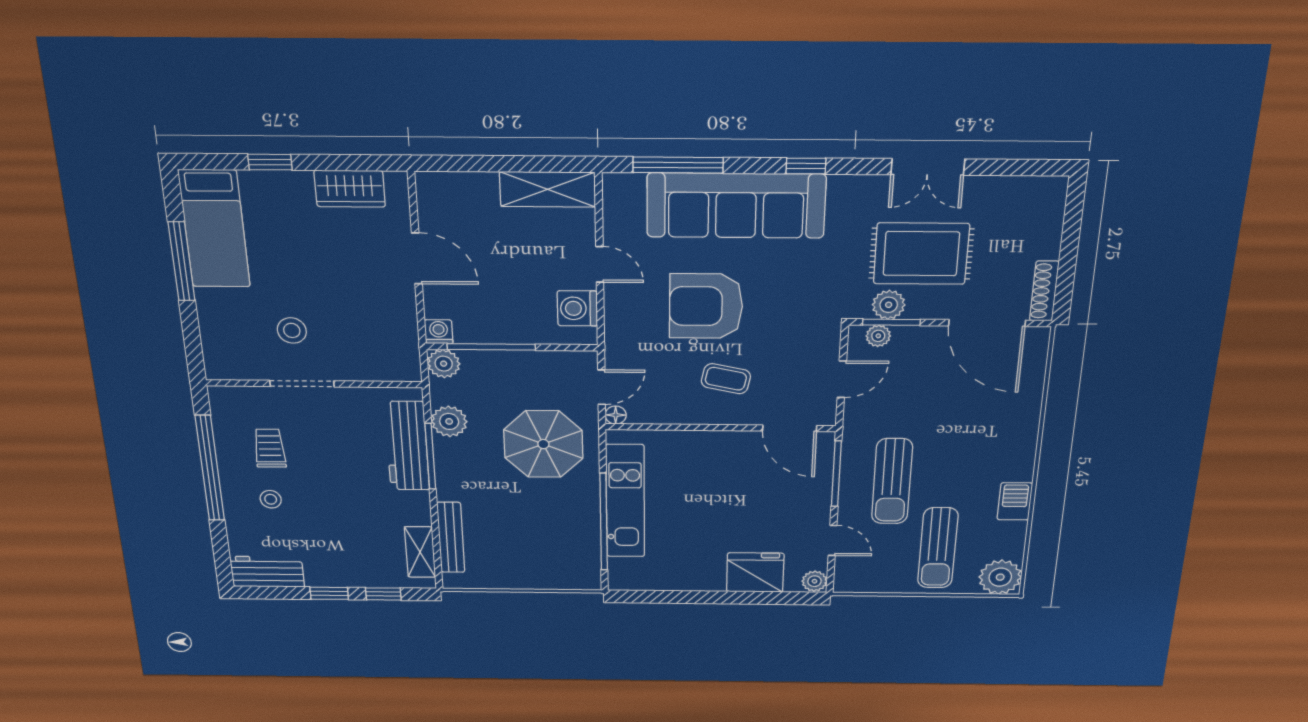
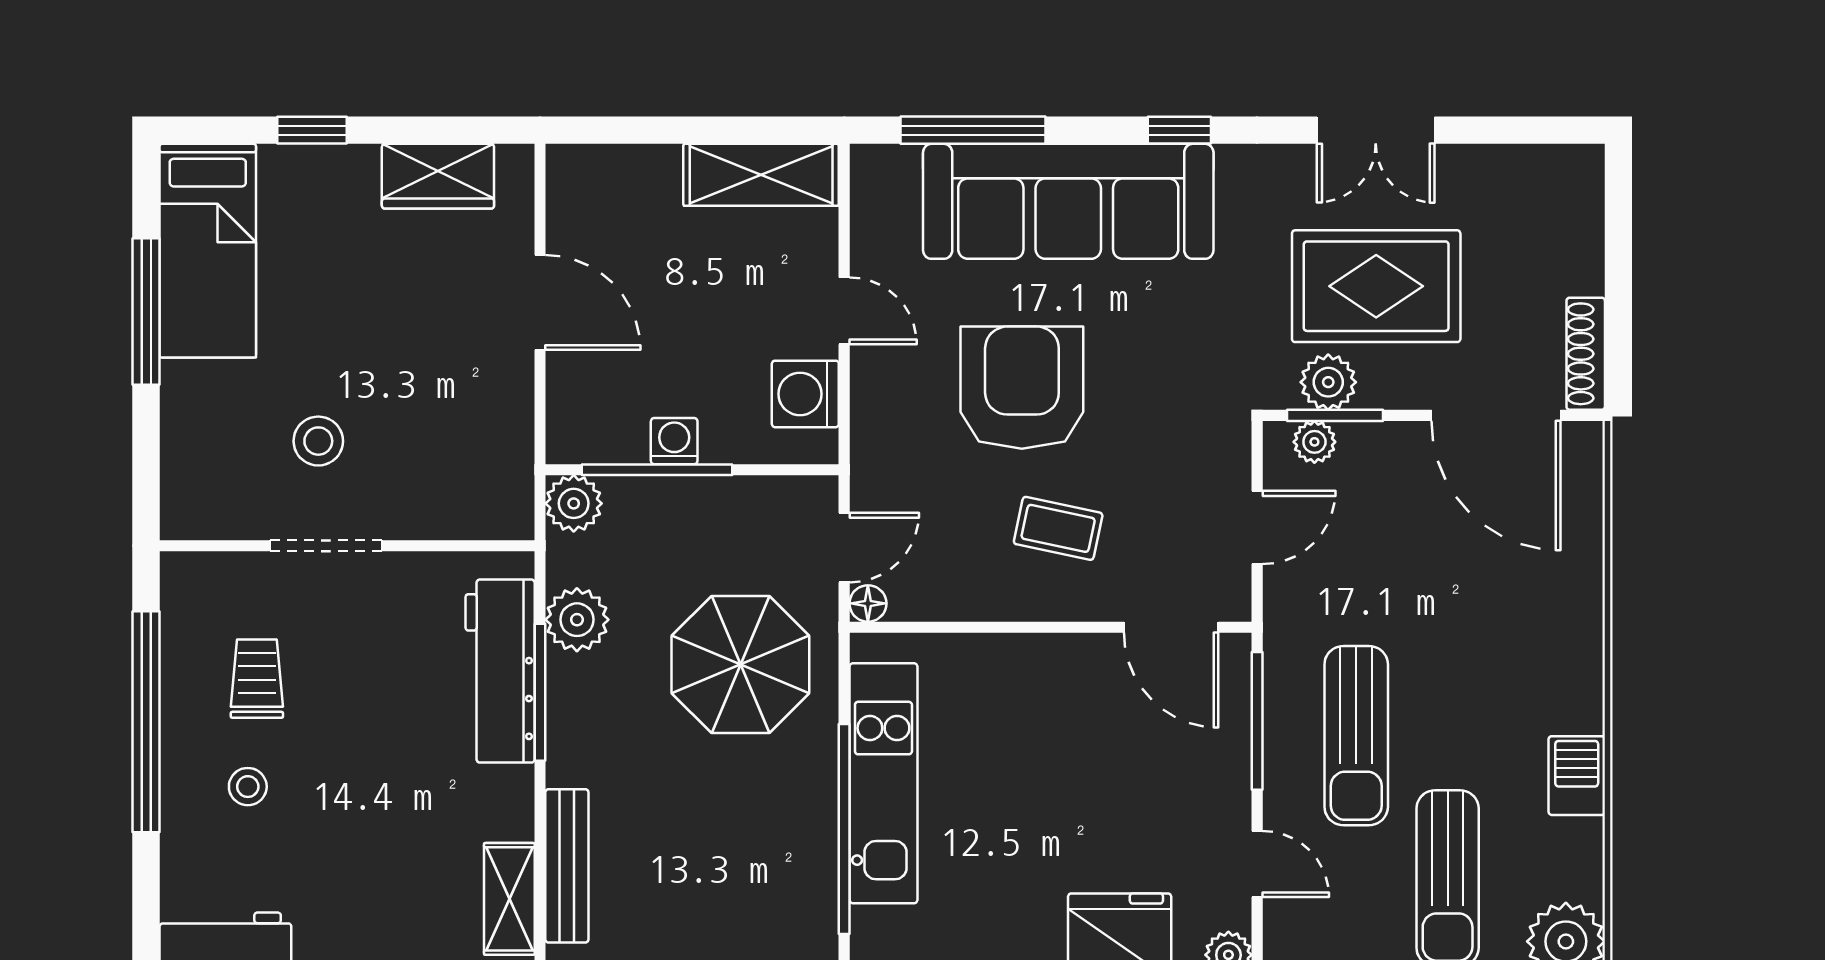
armchair: (706, 306) -> (1022, 388), turned 90
washing machine: (439, 332) -> (674, 441), moved

